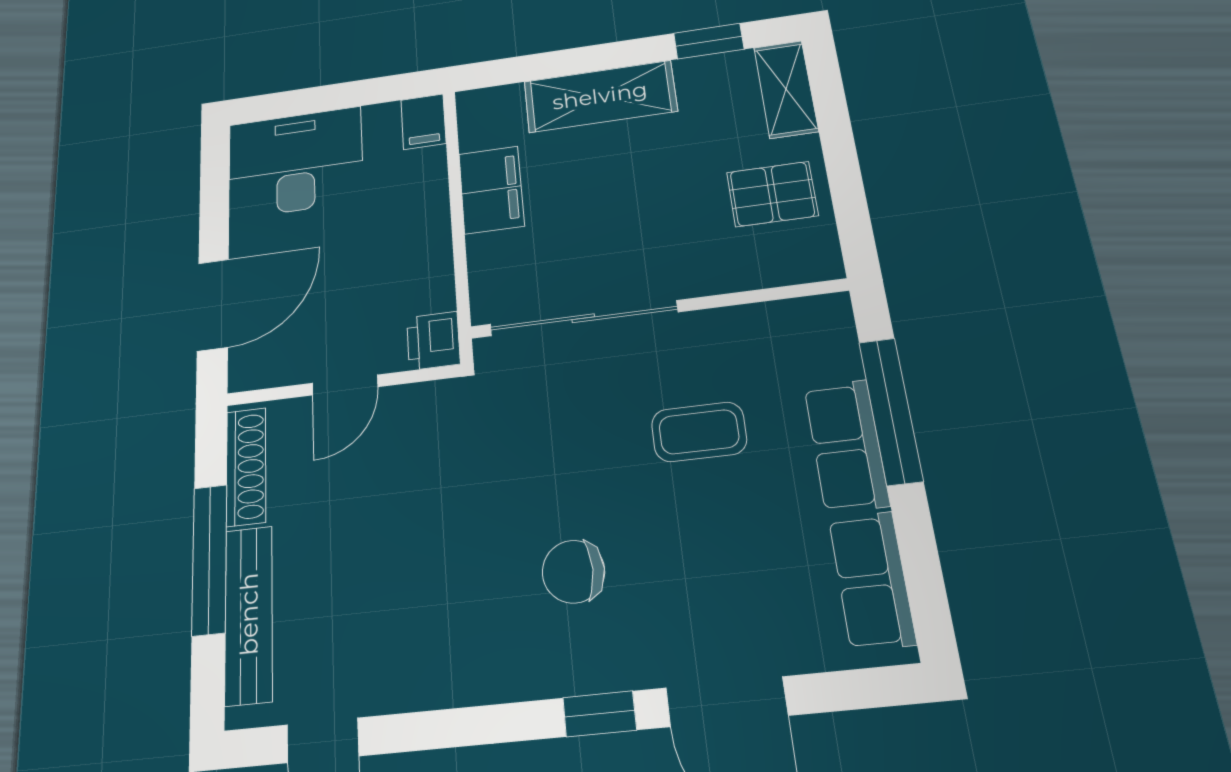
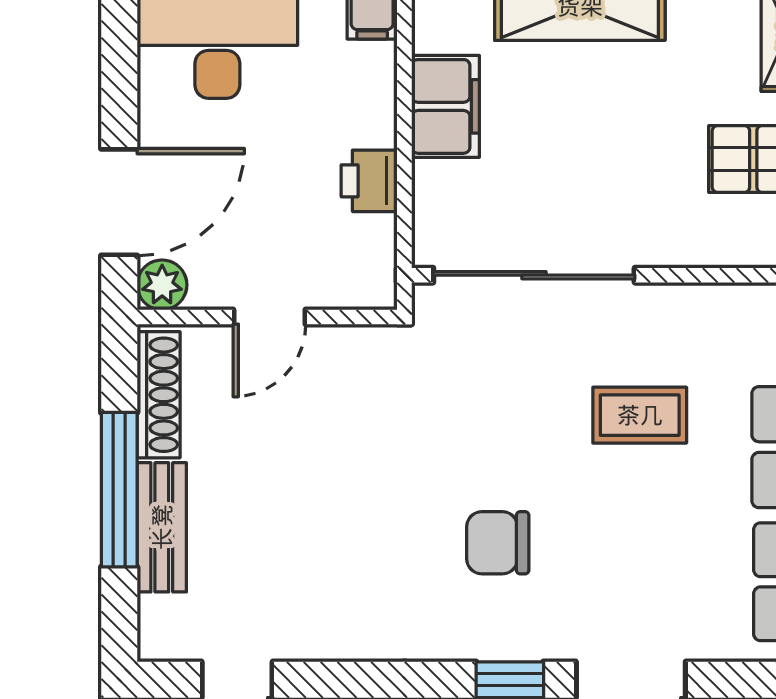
printer: (433, 341) -> (369, 181), moved
plant: (249, 369) -> (162, 285), added
bench: (249, 614) -> (162, 527), width x0.73

